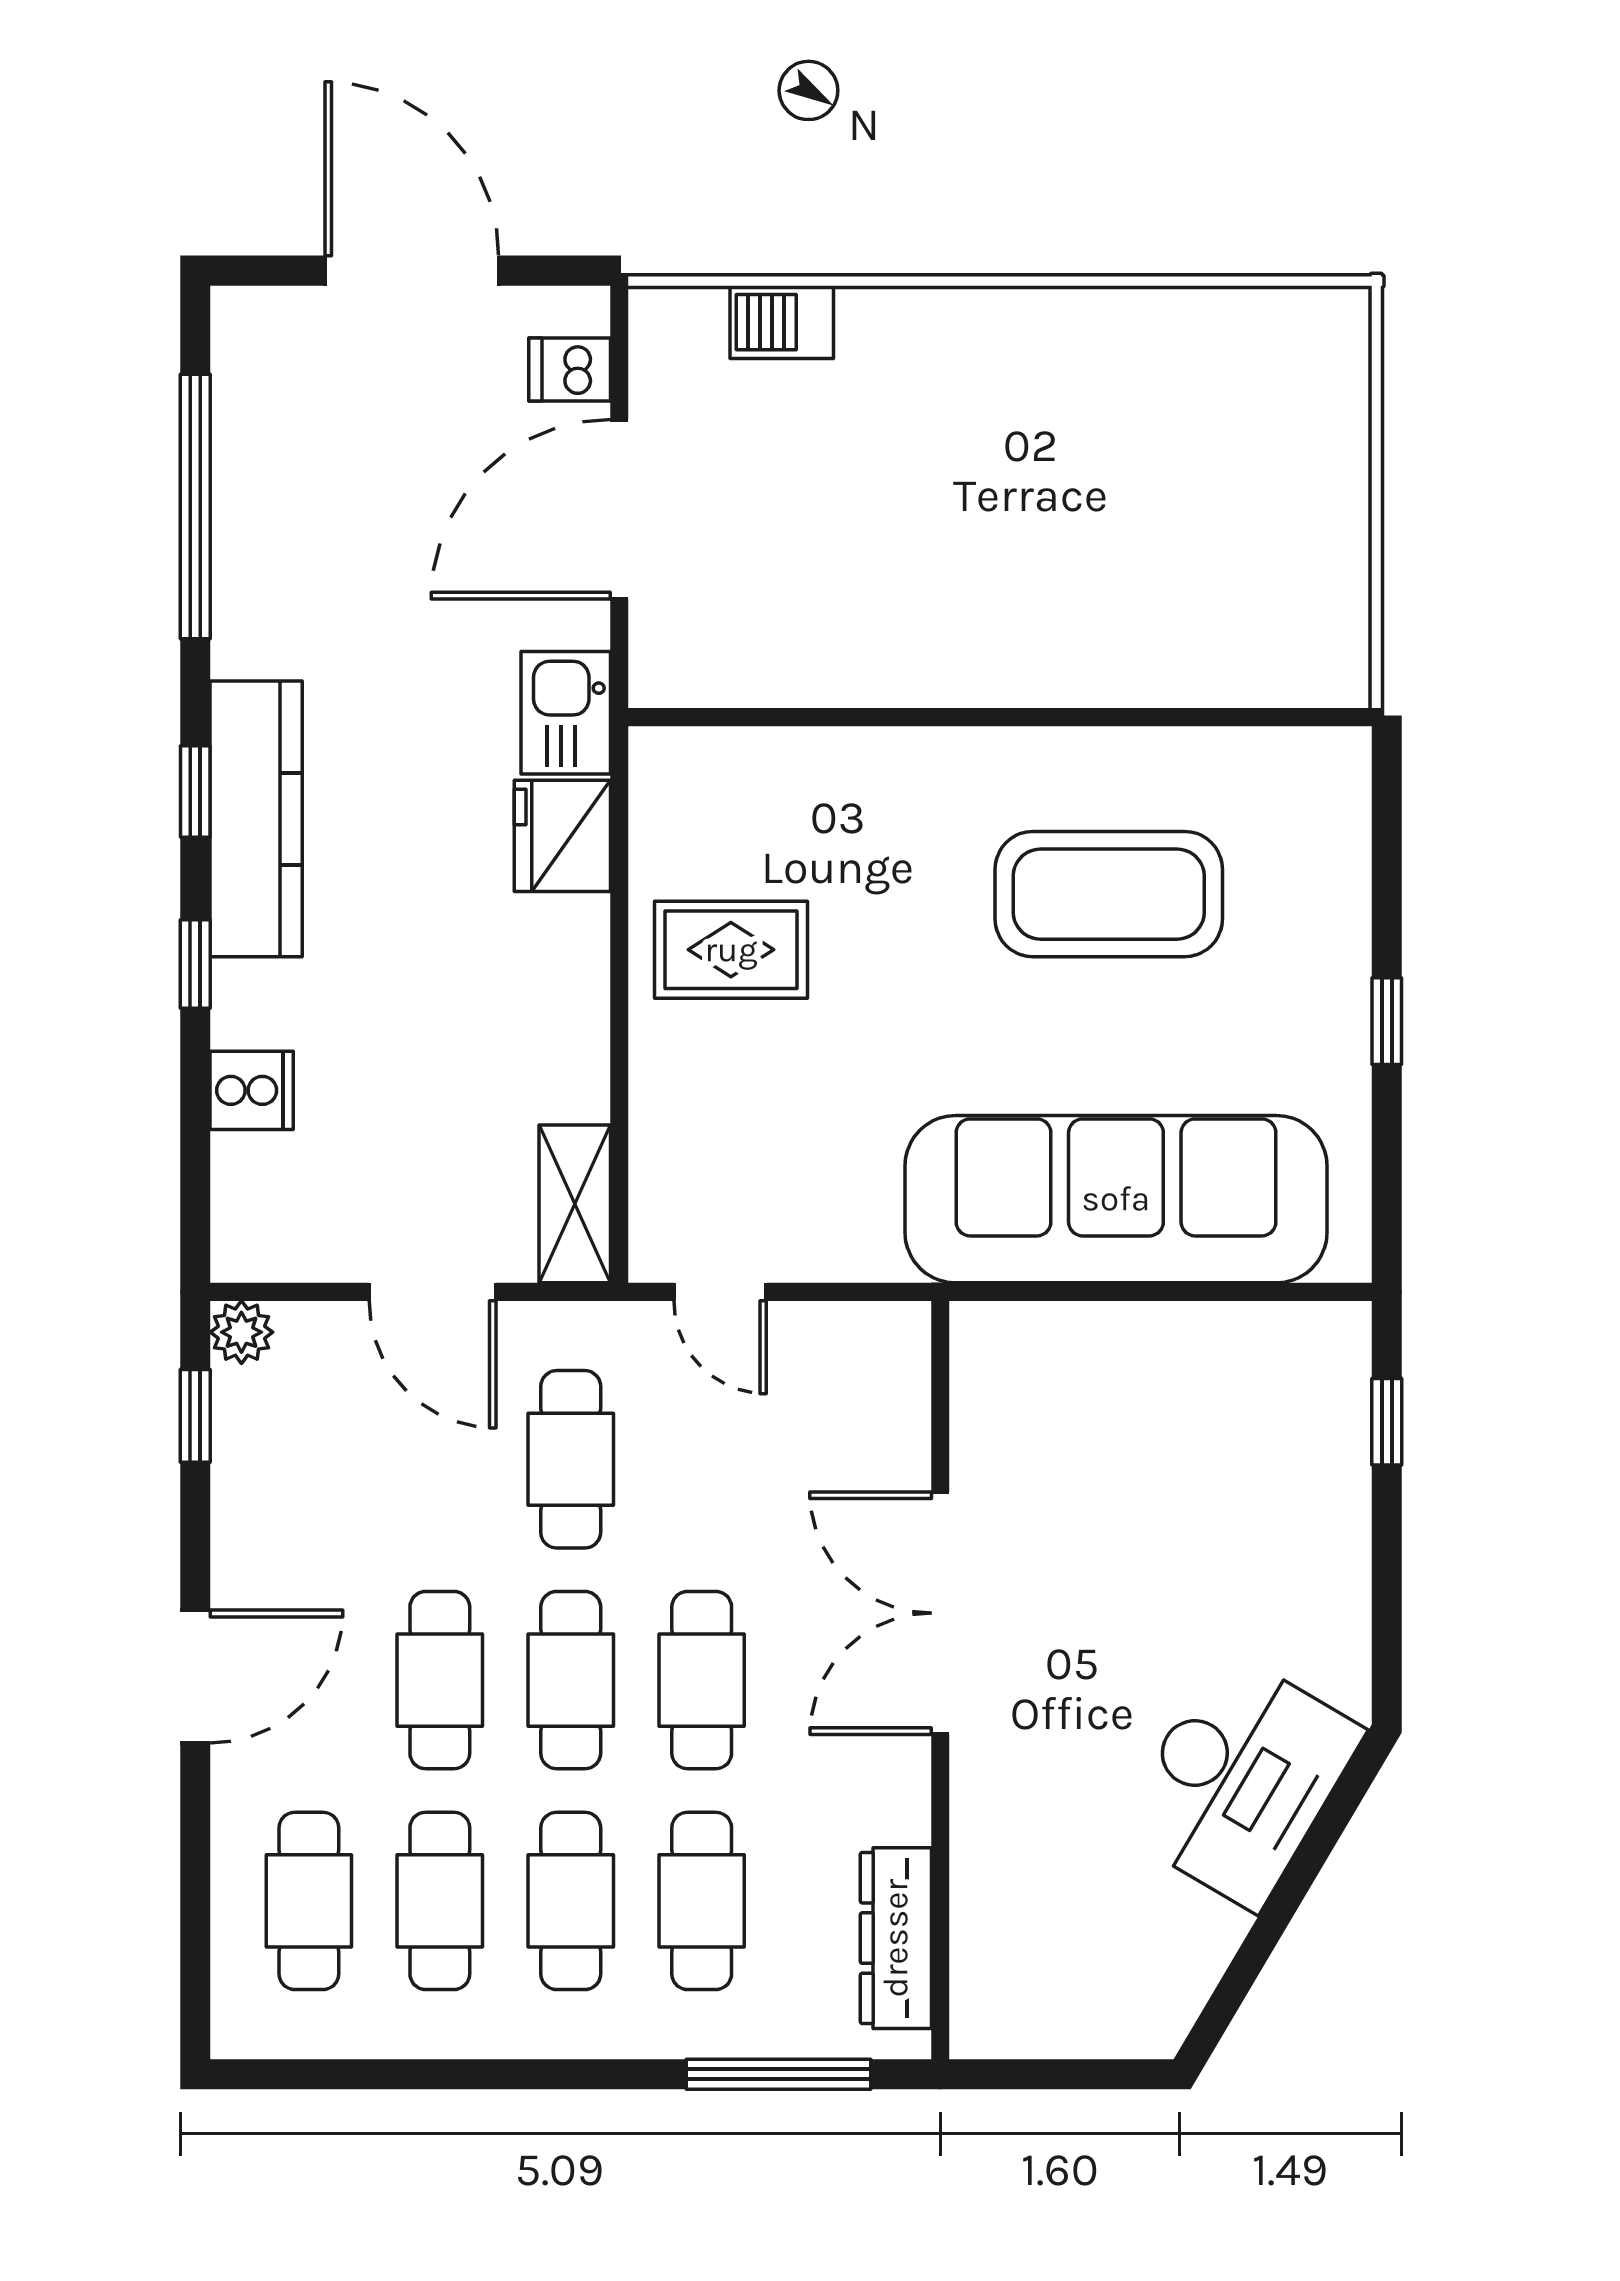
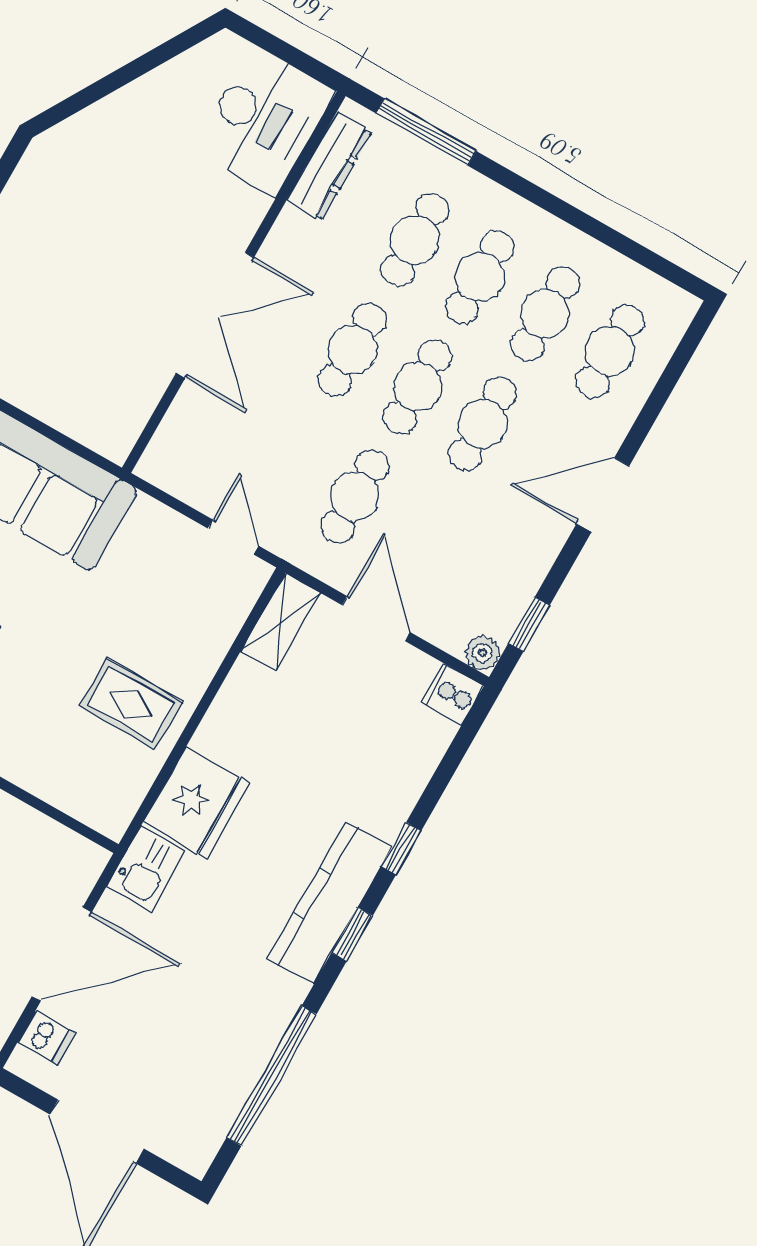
fridge: (562, 836) -> (196, 803), width x1.36, depth x1.34
cooker: (252, 1090) -> (452, 694), moved
desk: (1240, 1780) -> (264, 121), moved, turned 149

